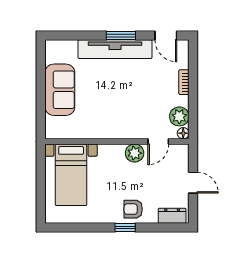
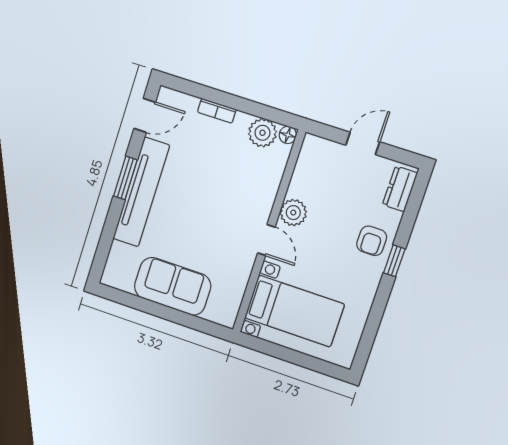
door: (158, 142) -> (266, 240), moved

